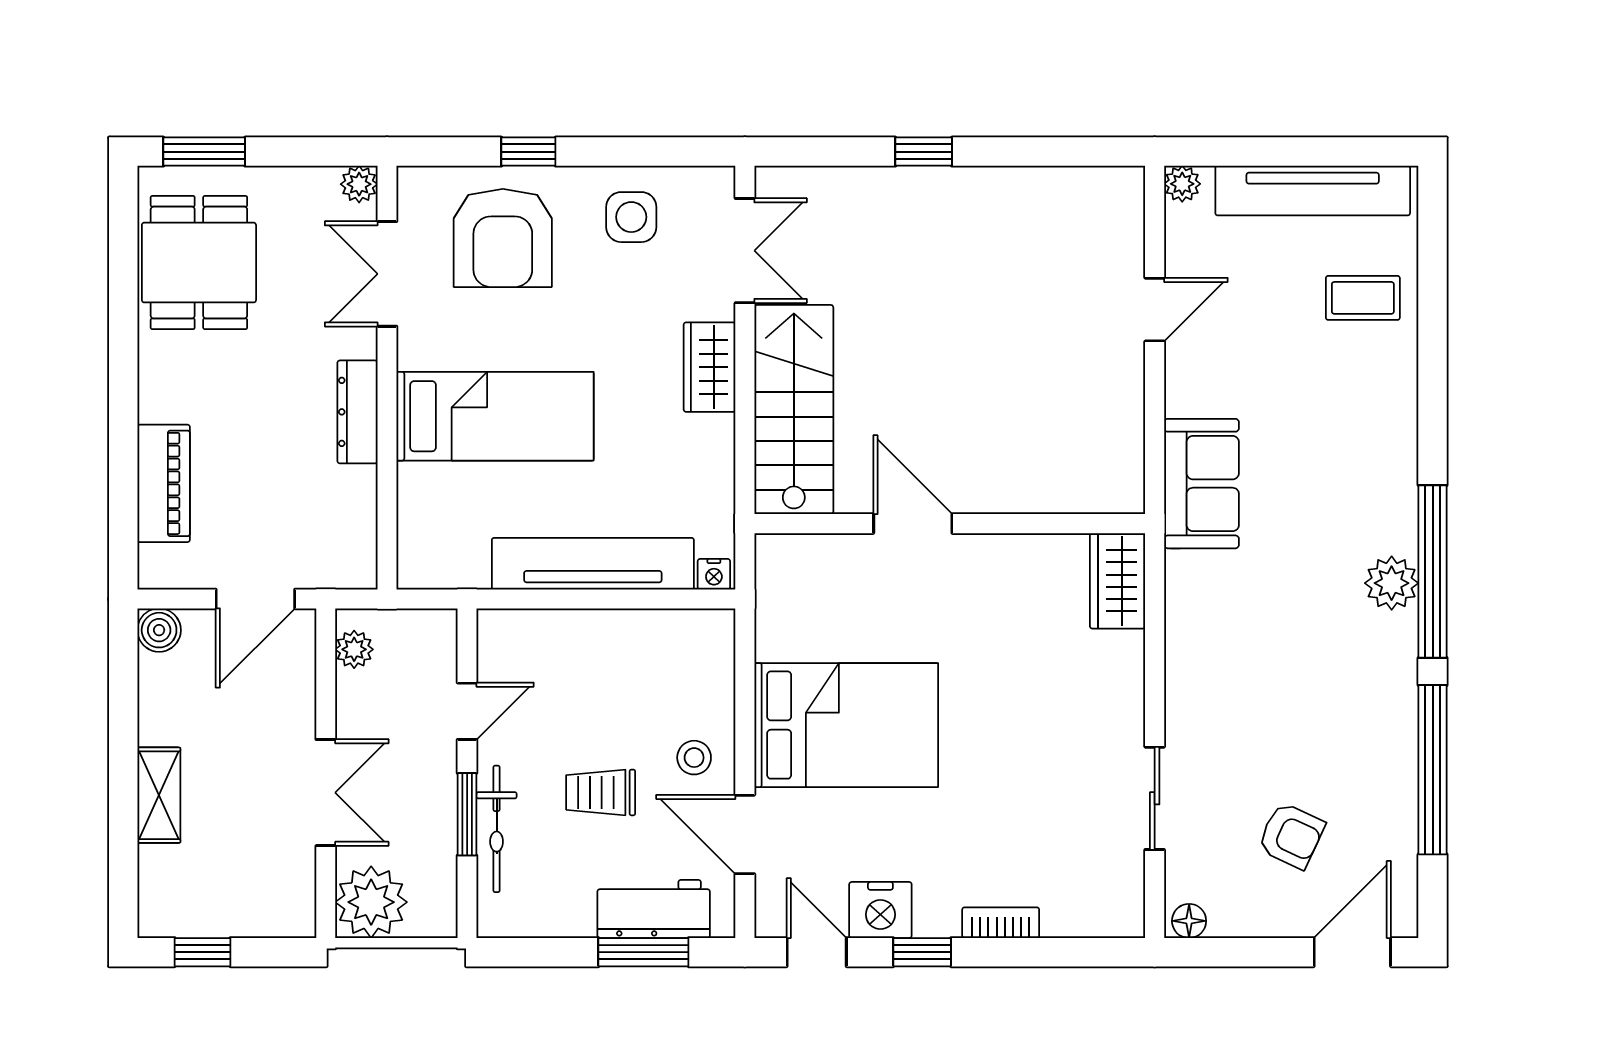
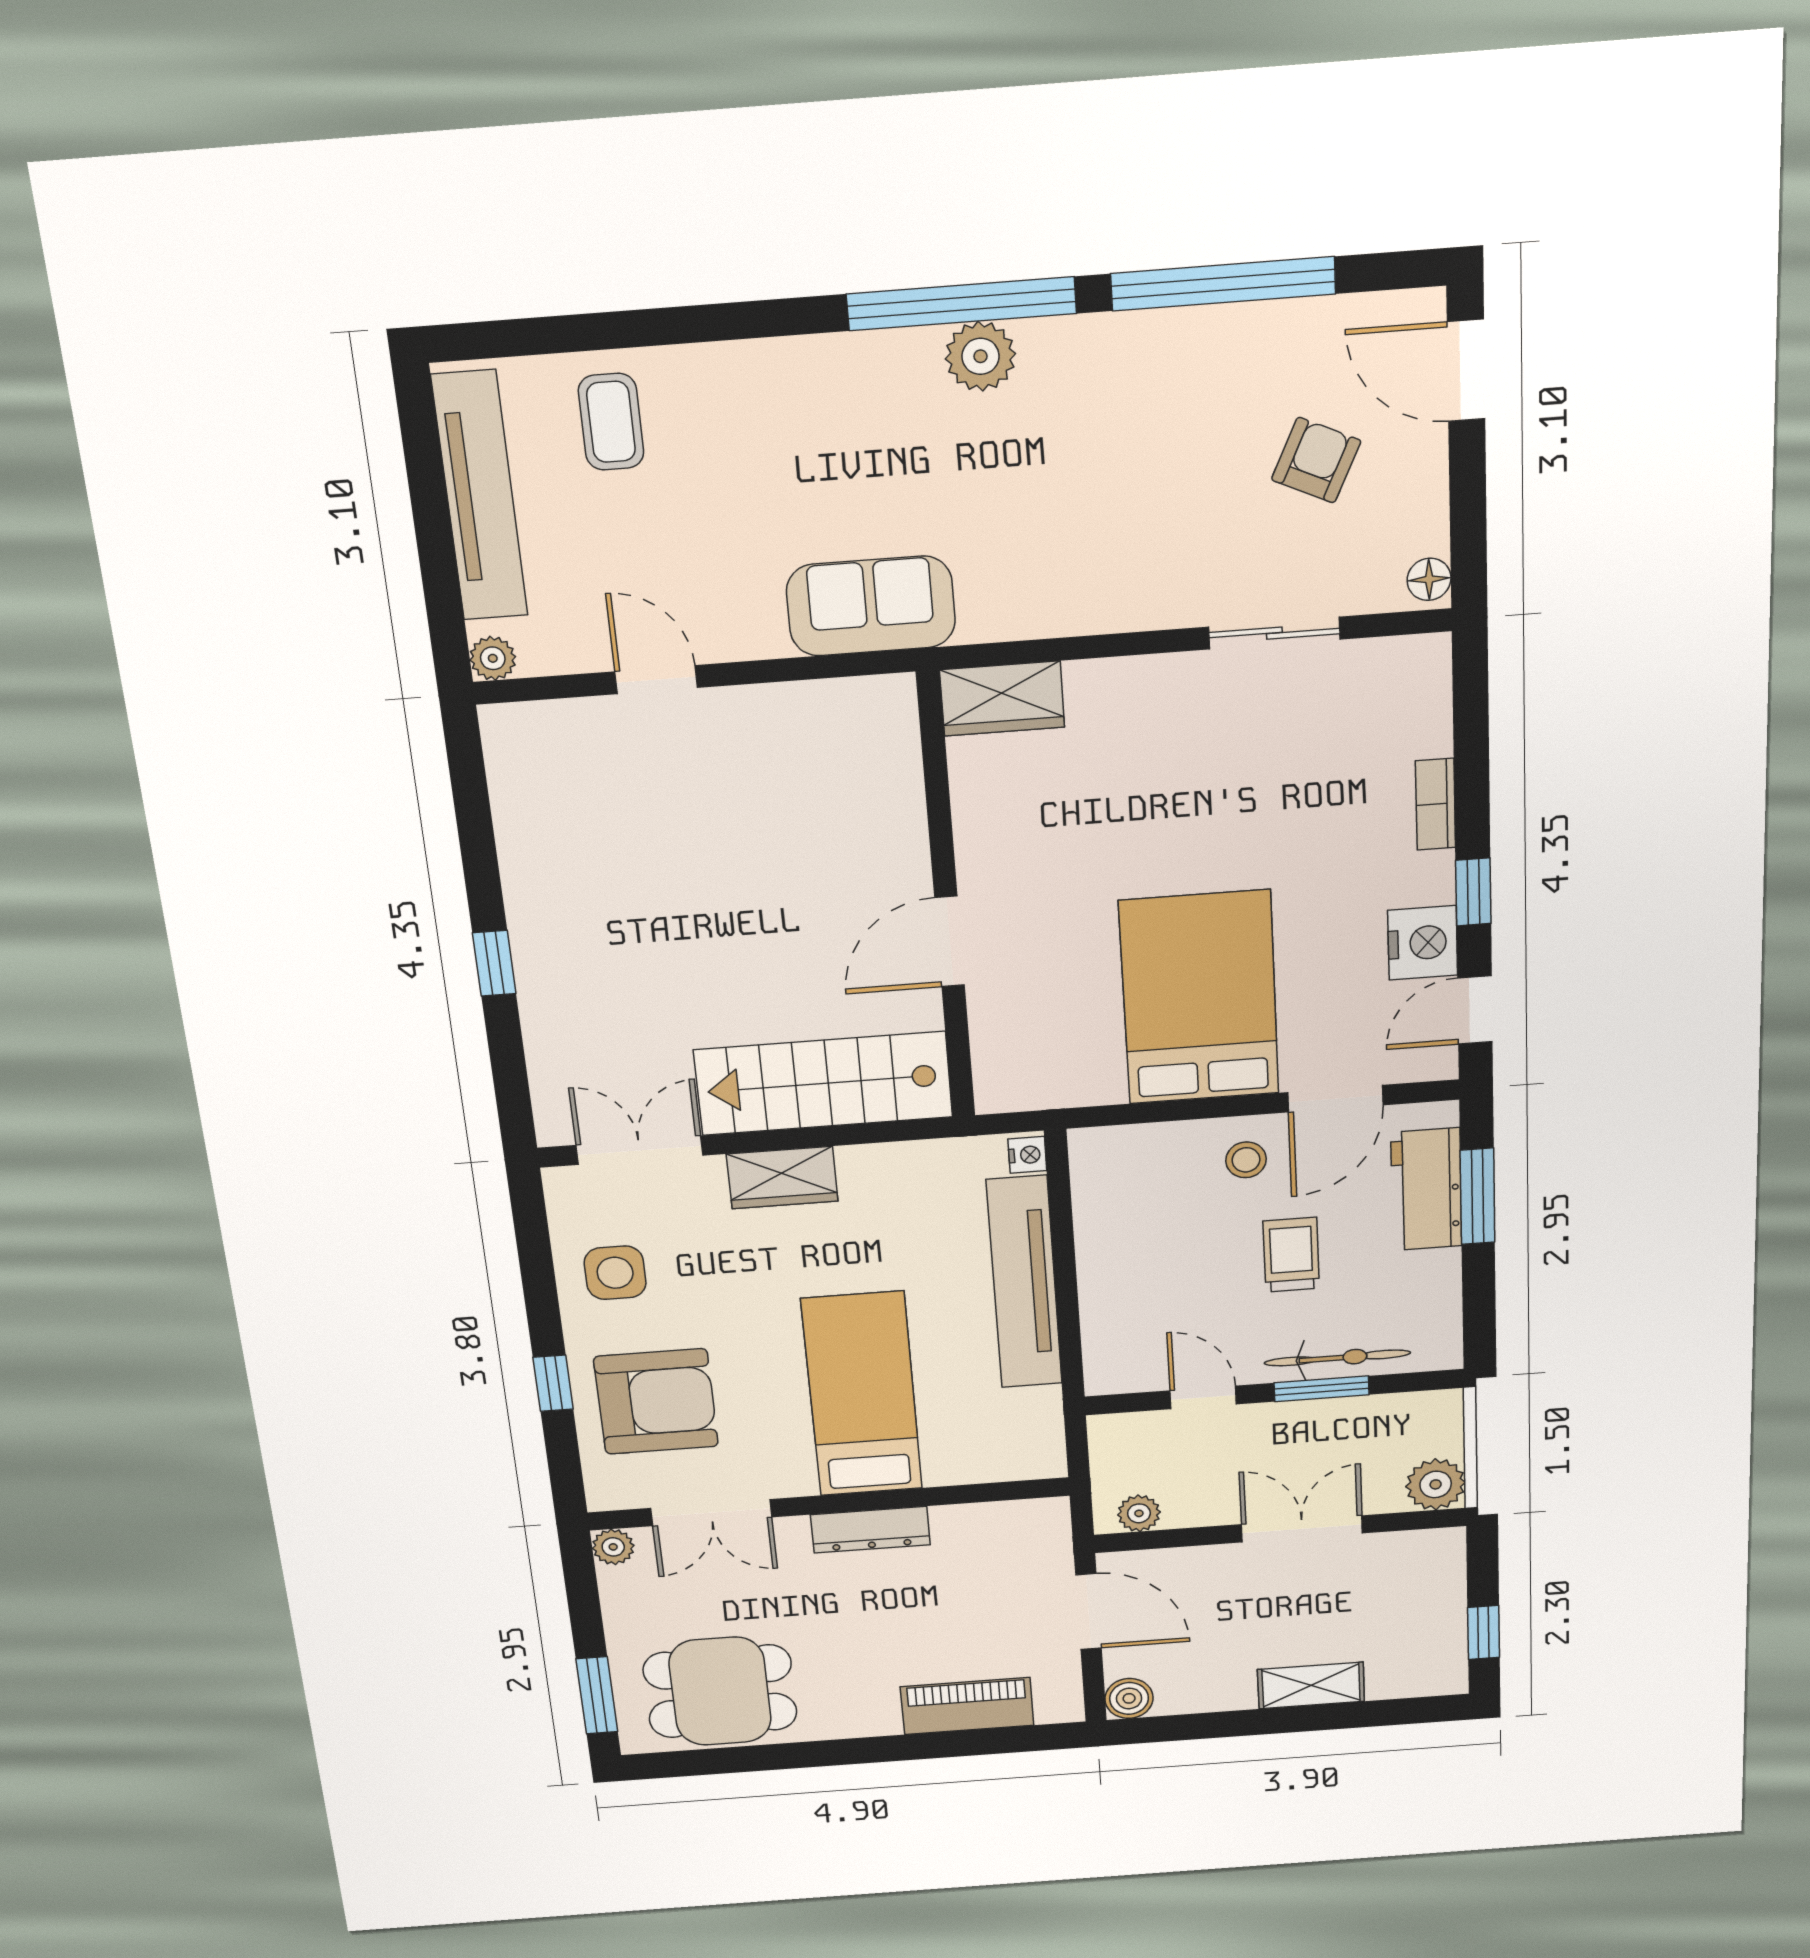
trolley: (601, 792) -> (1291, 1255), turned 180
plant: (371, 902) -> (1436, 1484), width x0.73, depth x0.73

